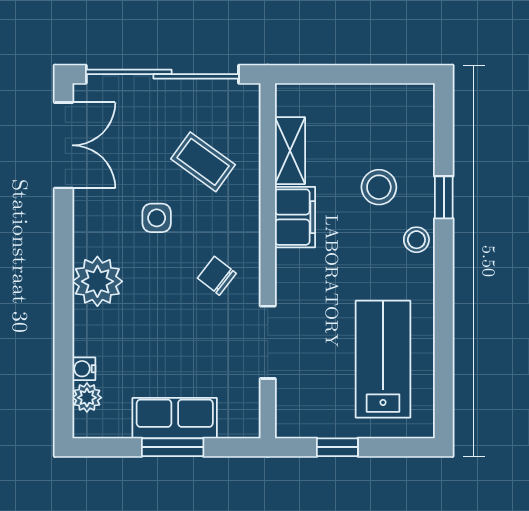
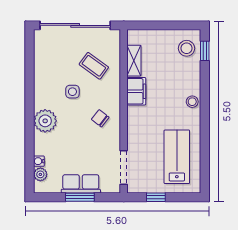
double door: (64, 145) -> (30, 58), removed
stool: (379, 187) -> (187, 48), moved
window: (444, 197) -> (205, 51), moved
doorway: (268, 342) -> (124, 167), moved

